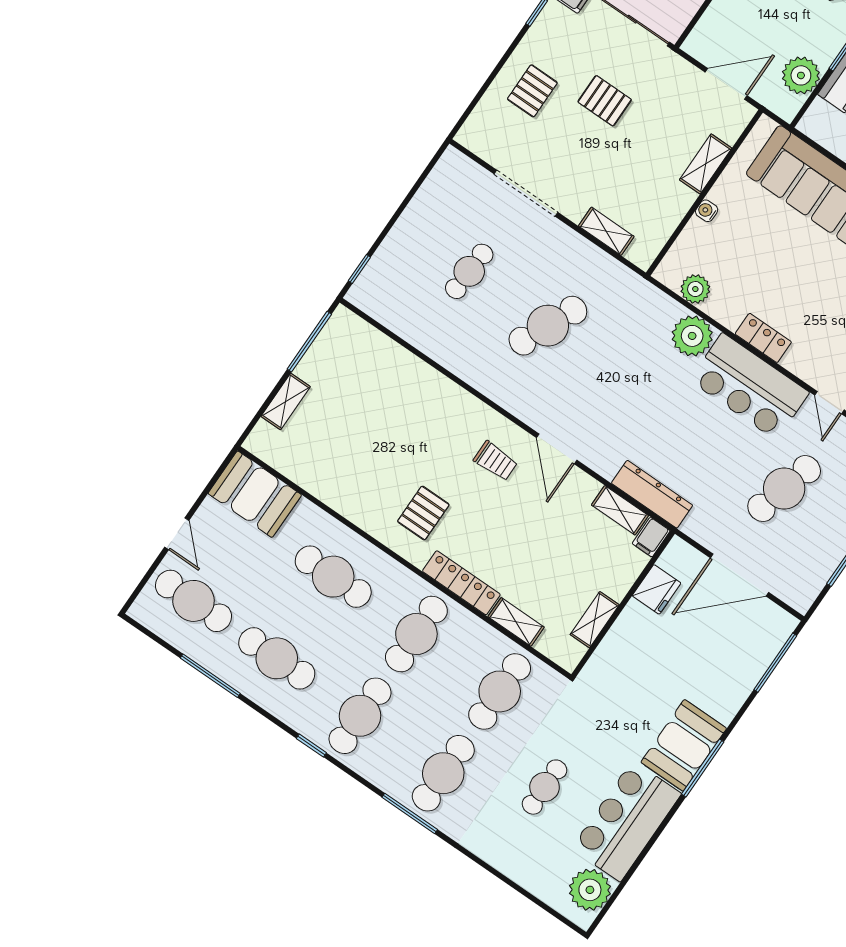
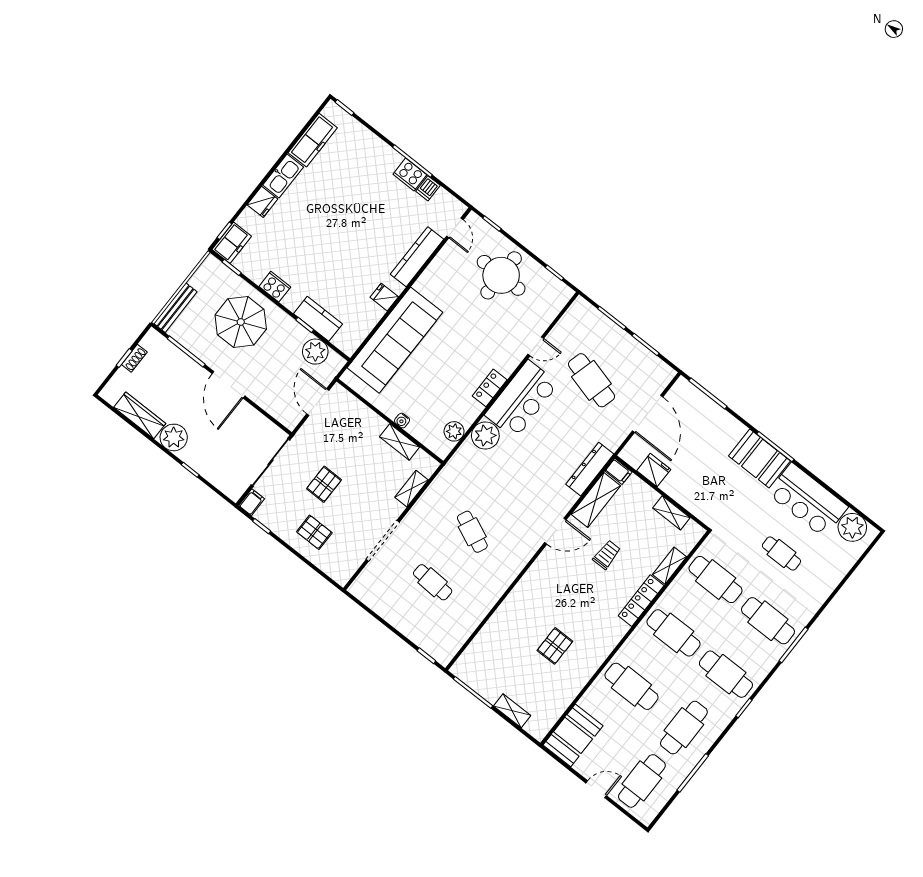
shelving: (706, 164) -> (400, 442), moved
cafe table: (548, 326) -> (472, 532), width x0.73, depth x0.74
trolley: (496, 461) -> (607, 555), moved
shelving: (620, 510) -> (596, 500), width x1.50, depth x1.33
pallet: (423, 513) -> (555, 646), moved, turned 90
cafe table: (333, 577) -> (631, 686), turned 90

